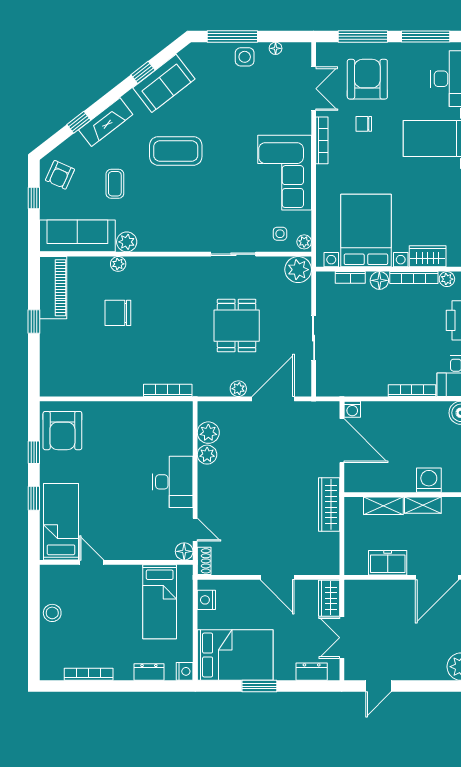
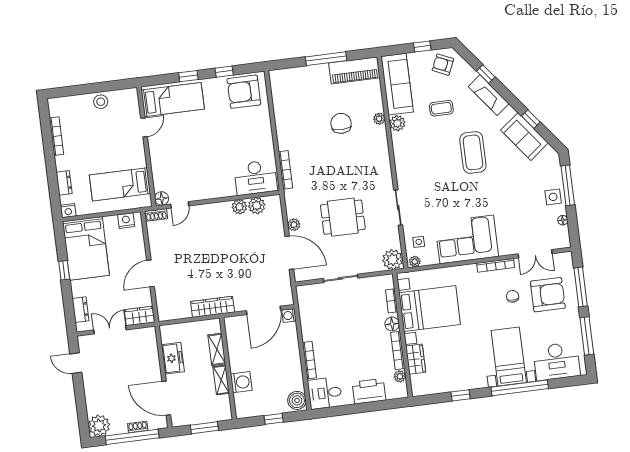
window: (34, 321) -> (326, 59), width x2.17
desk: (173, 482) -> (256, 178), moved
window: (259, 686) -> (64, 270), width x0.67

